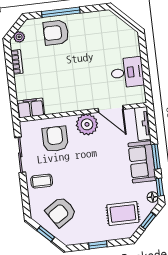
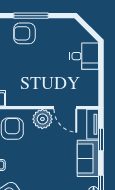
desk: (127, 72) -> (84, 56), moved
window: (156, 157) -> (101, 139), moved

